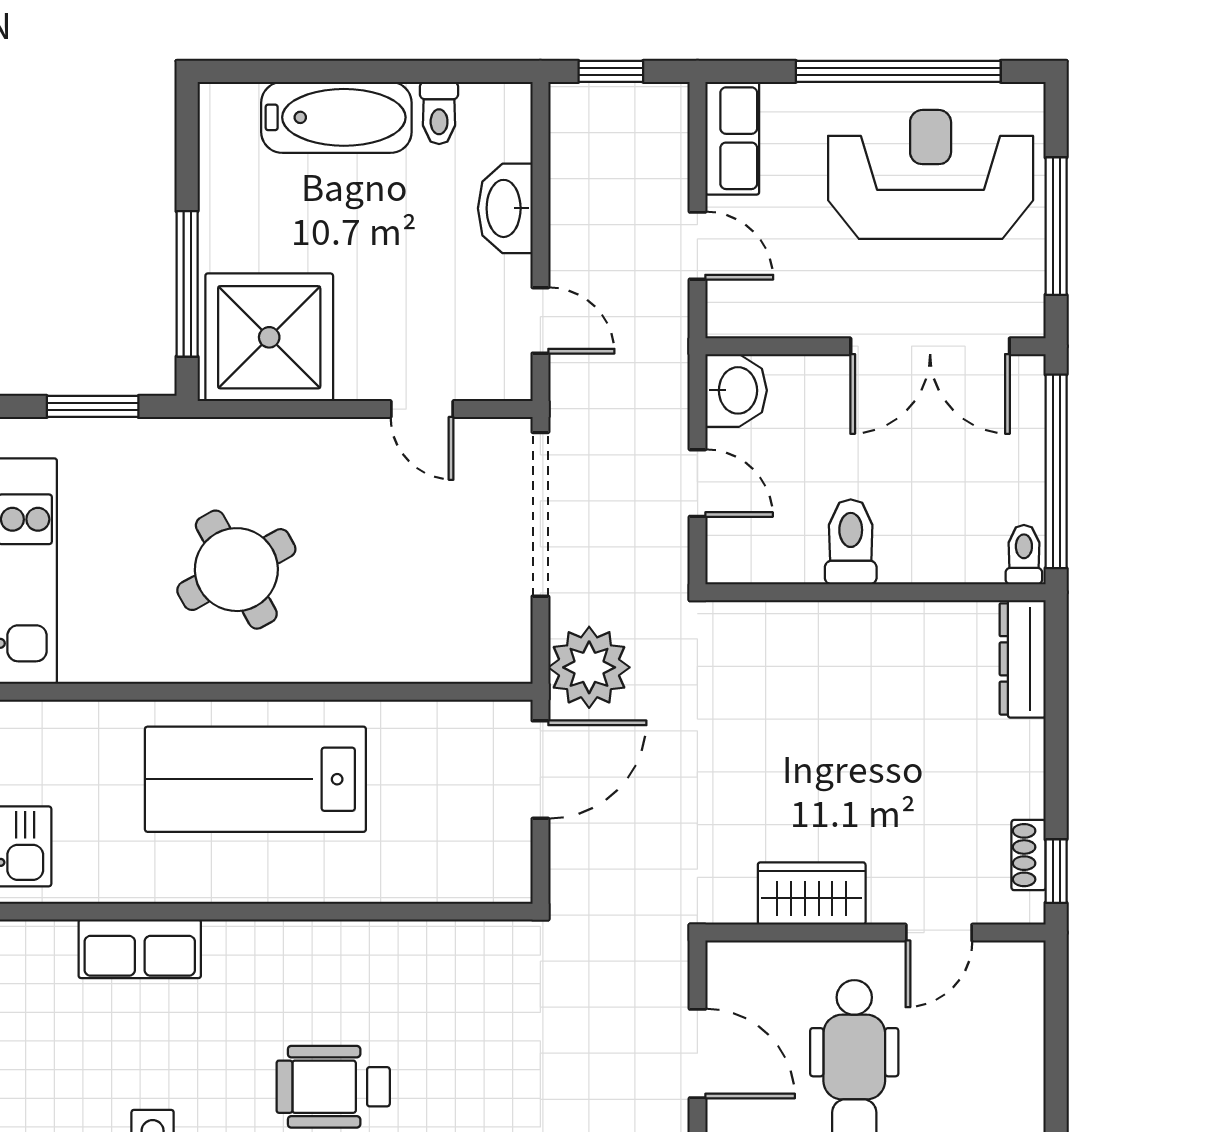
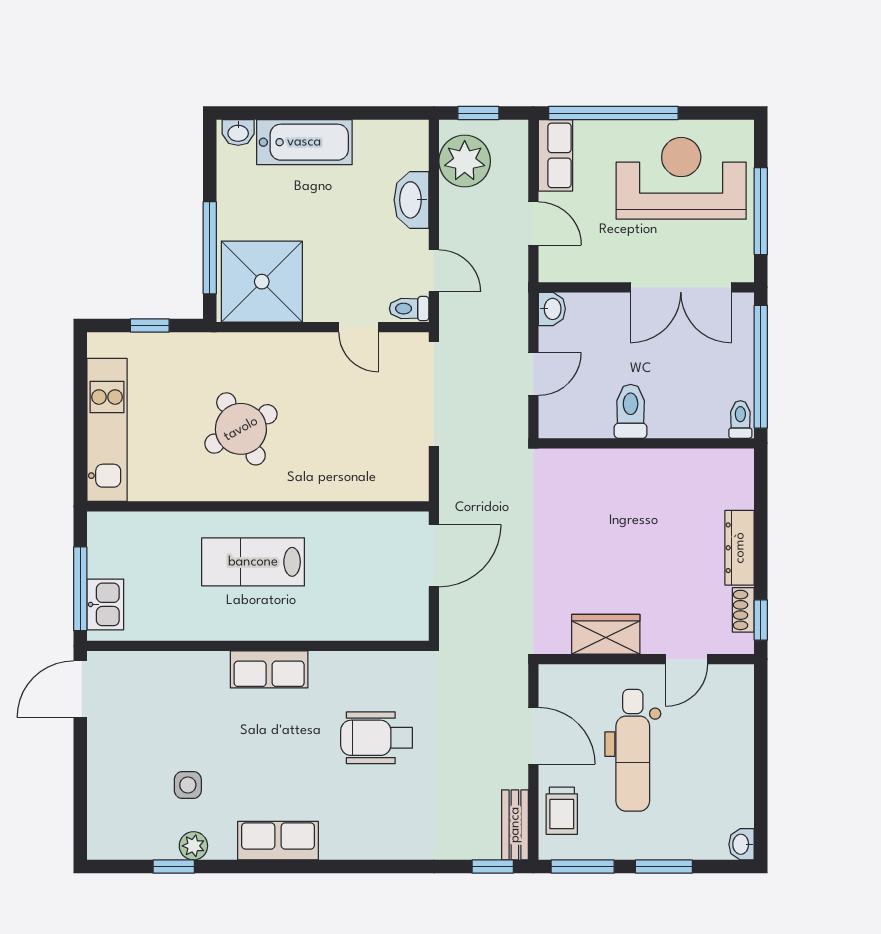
window: (898, 71) -> (613, 113), moved
washbasin: (232, 102) -> (238, 133), added
toilet: (439, 113) -> (409, 309), moved, turned 90
washbasin: (736, 390) -> (552, 309), width x0.72, depth x0.69
window: (93, 406) -> (150, 325), width x0.67
door: (697, 483) -> (533, 374), hinge flipped
dresser: (1023, 659) -> (740, 548), moved
plant: (589, 667) -> (465, 161), moved
lab bench: (255, 779) -> (253, 562), width x0.73, depth x0.72
row of seats: (140, 949) -> (269, 669), moved
wheelchair: (333, 1087) -> (377, 738), moved

